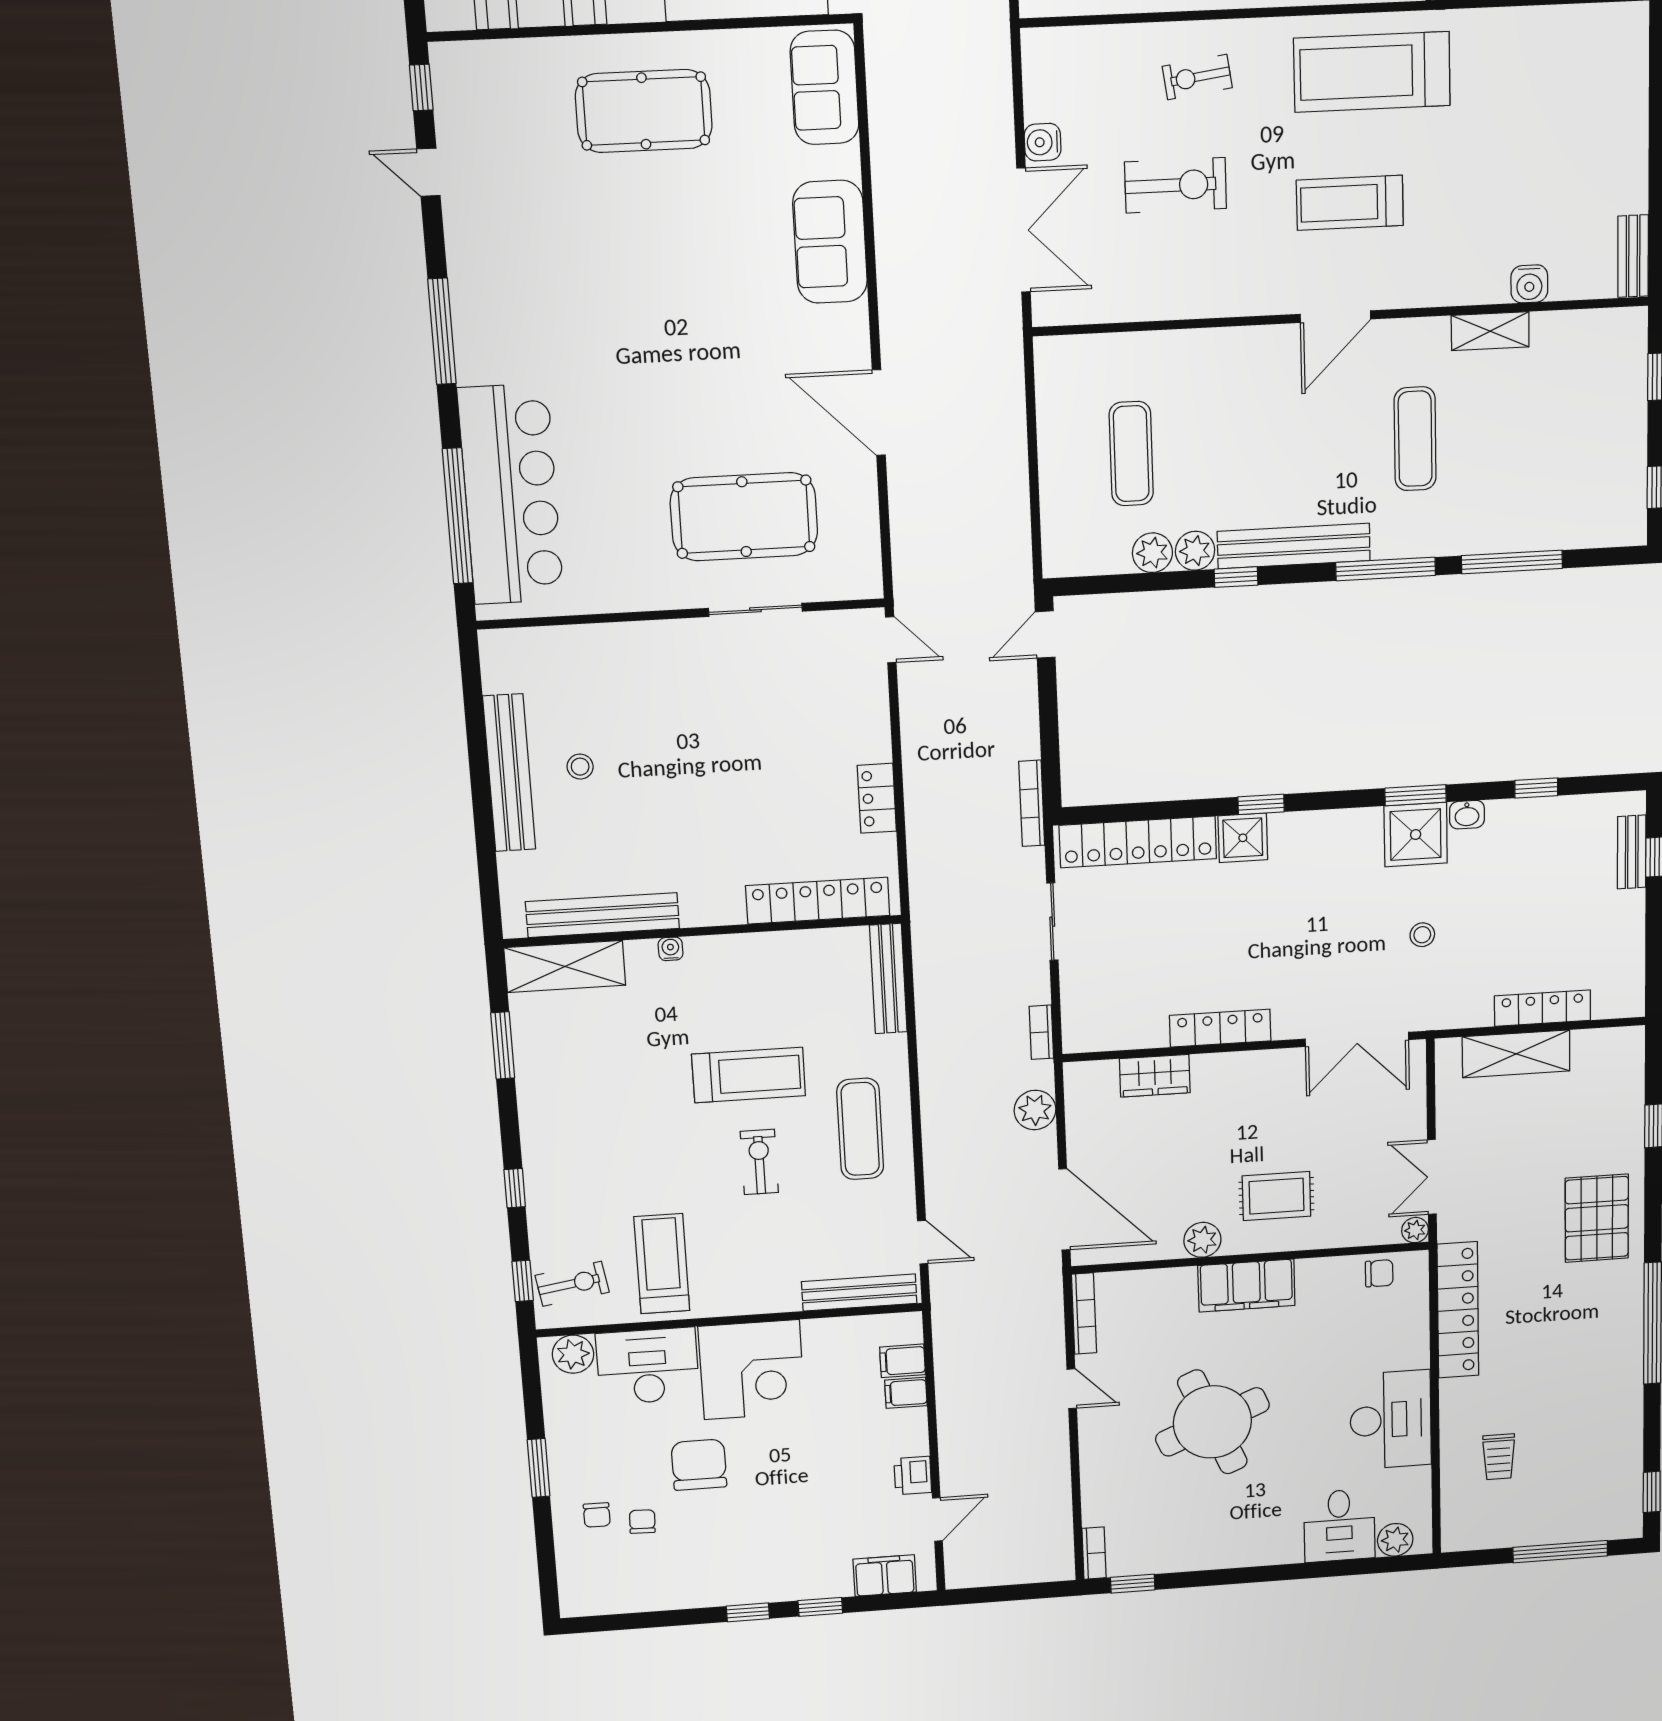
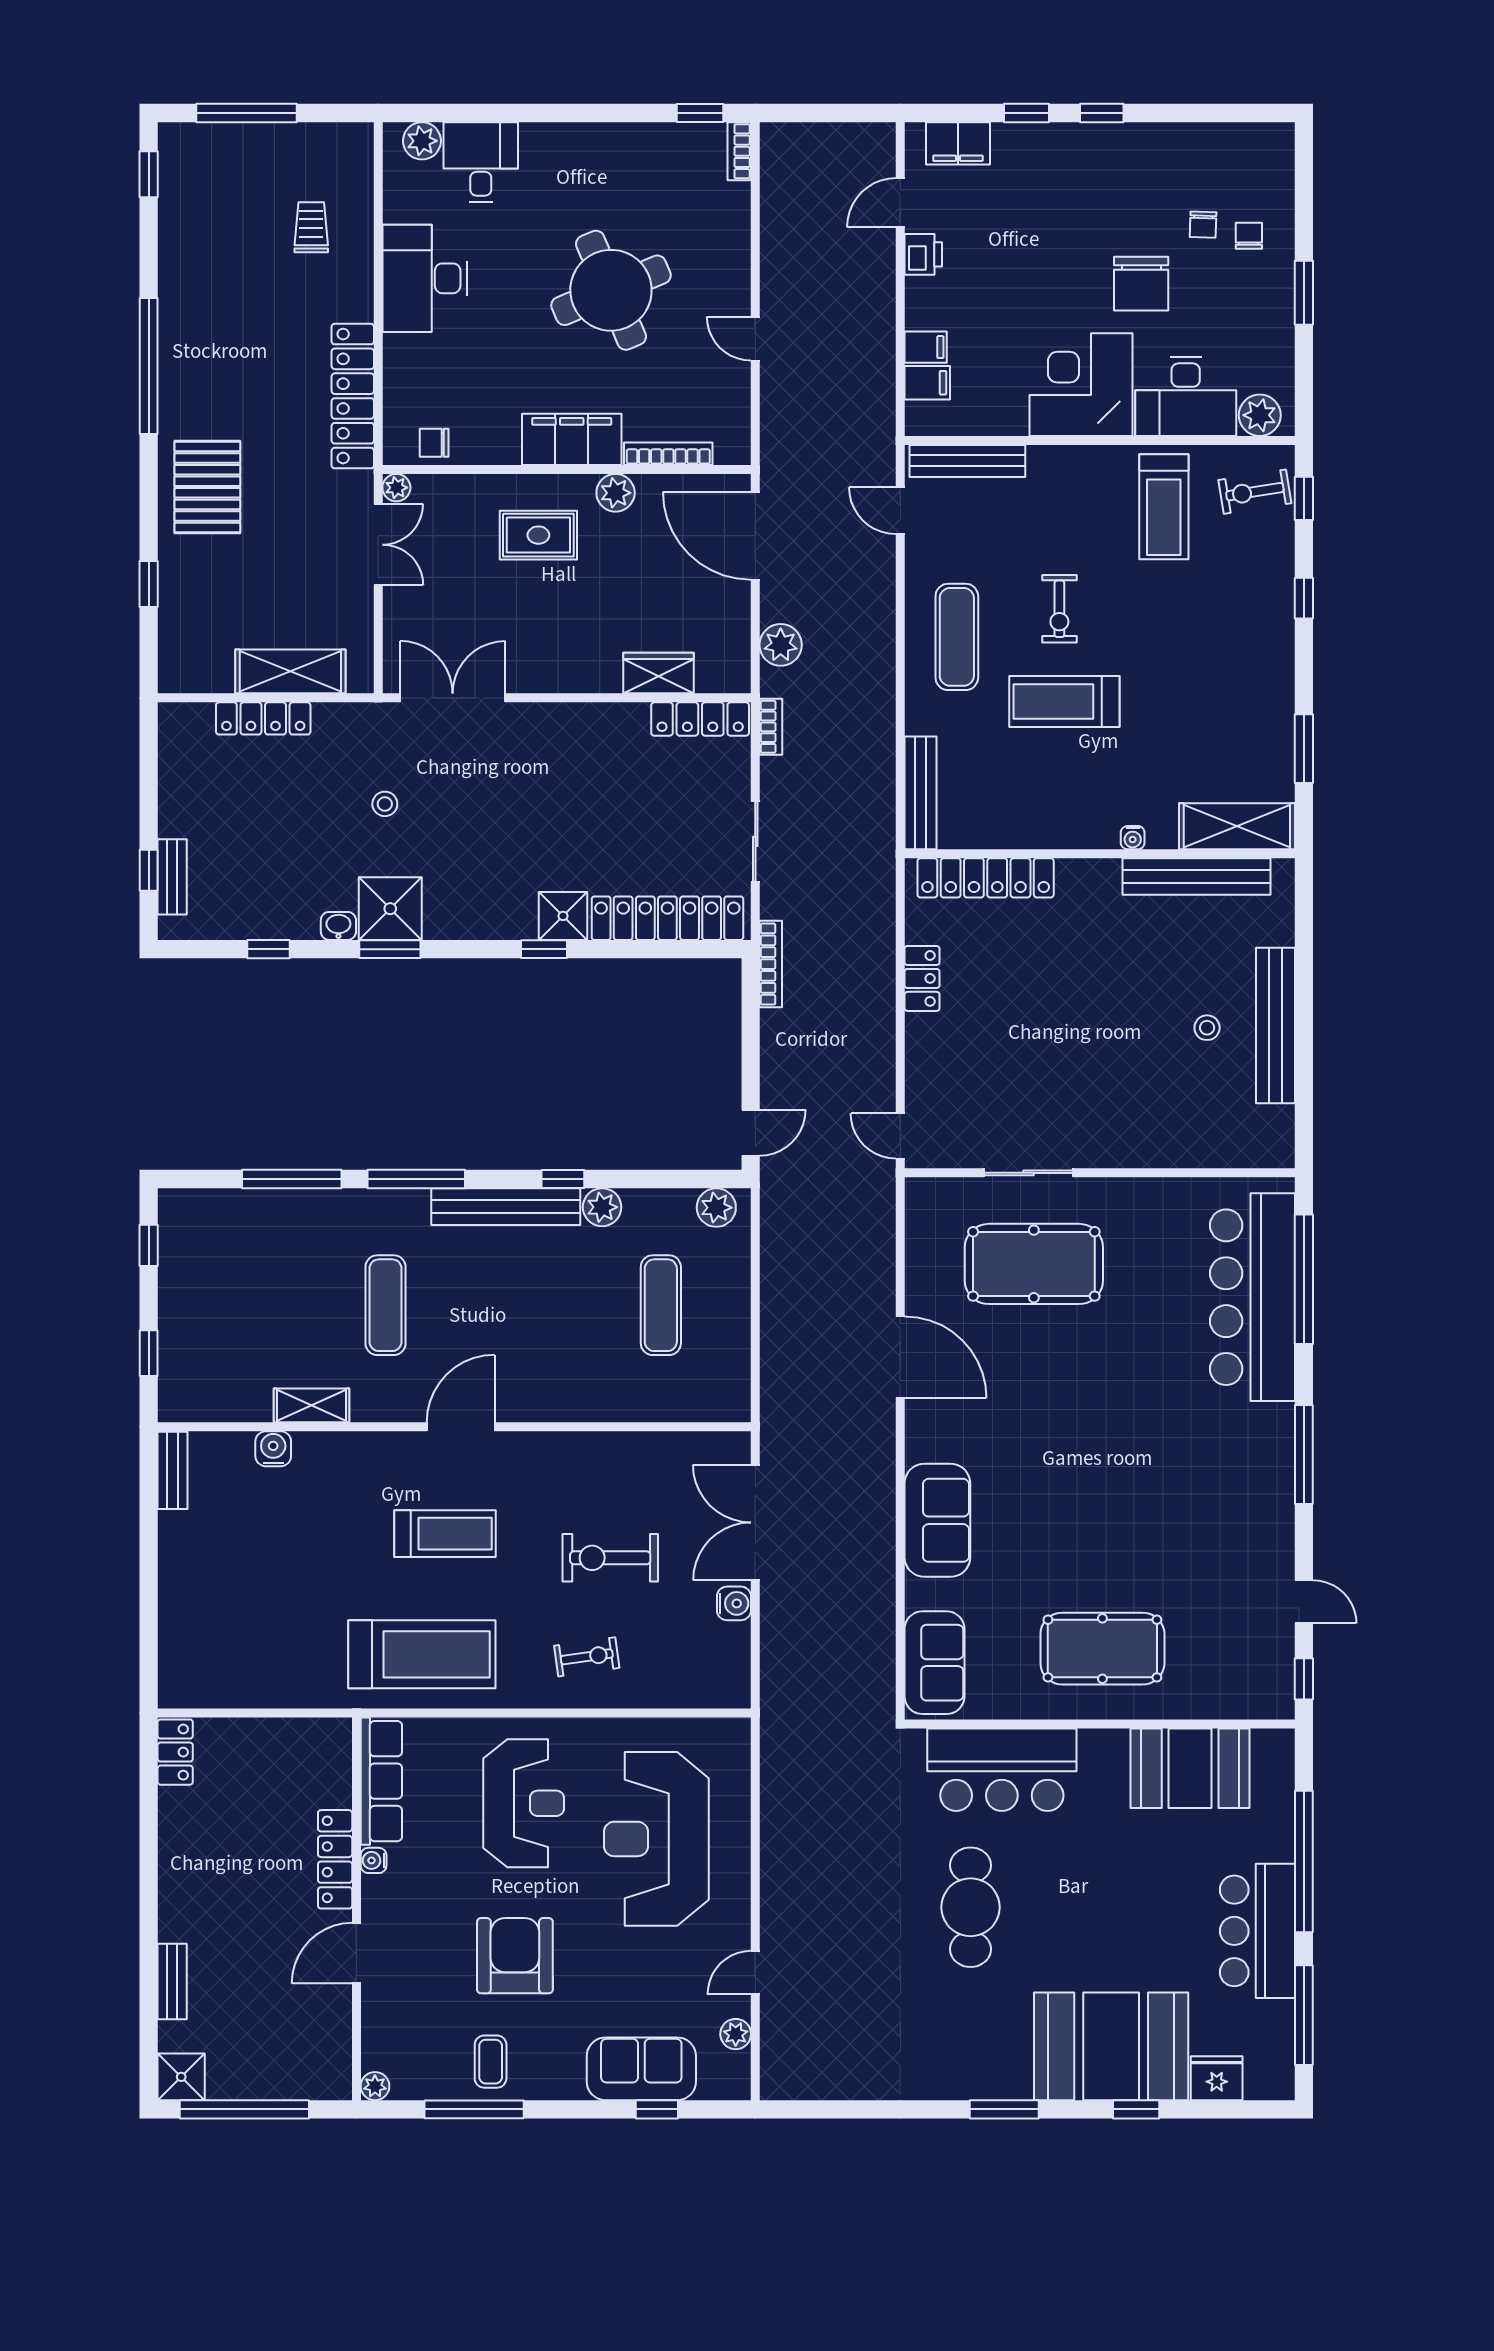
plant: (1152, 553) -> (716, 1208), moved
locker: (1220, 1028) -> (700, 719), moved
bookcase: (1084, 1314) -> (668, 454), moved, turned 90

